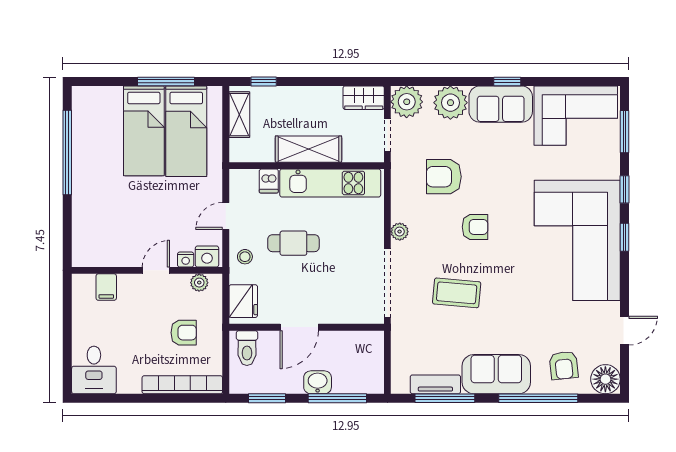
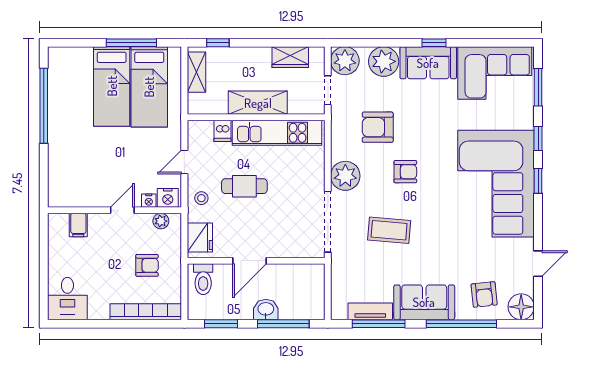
wardrobe: (364, 98) -> (290, 57), moved
plant: (400, 232) -> (345, 176), width x1.88, depth x1.88

